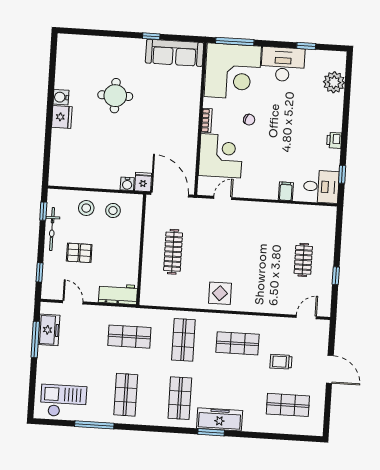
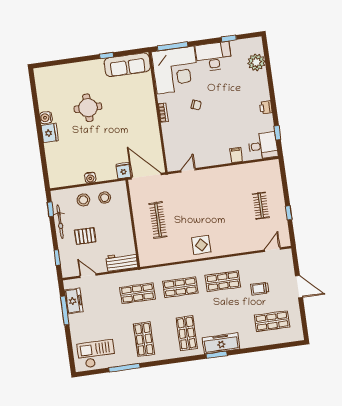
corner desk: (221, 156) -> (180, 138), removed
water cooler: (127, 184) -> (90, 178), moved
shop shelf: (183, 340) -> (180, 287), turned 90

